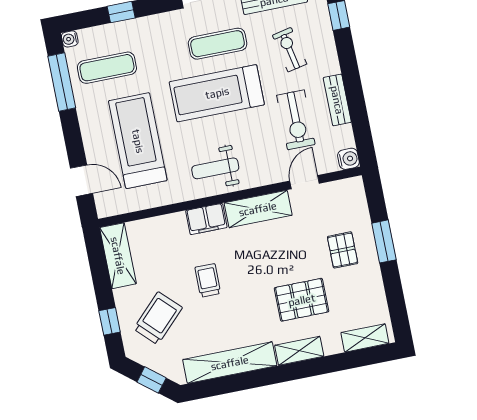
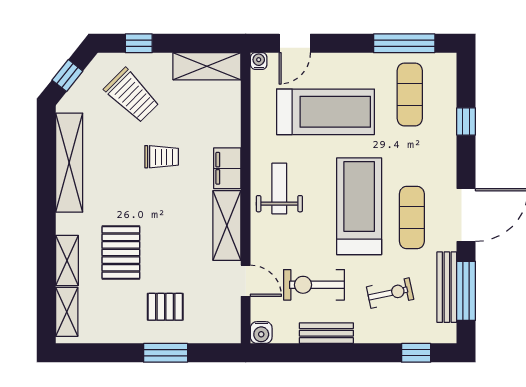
water cooler: (70, 39) -> (259, 61), moved
shelving: (299, 351) -> (67, 260), moved

